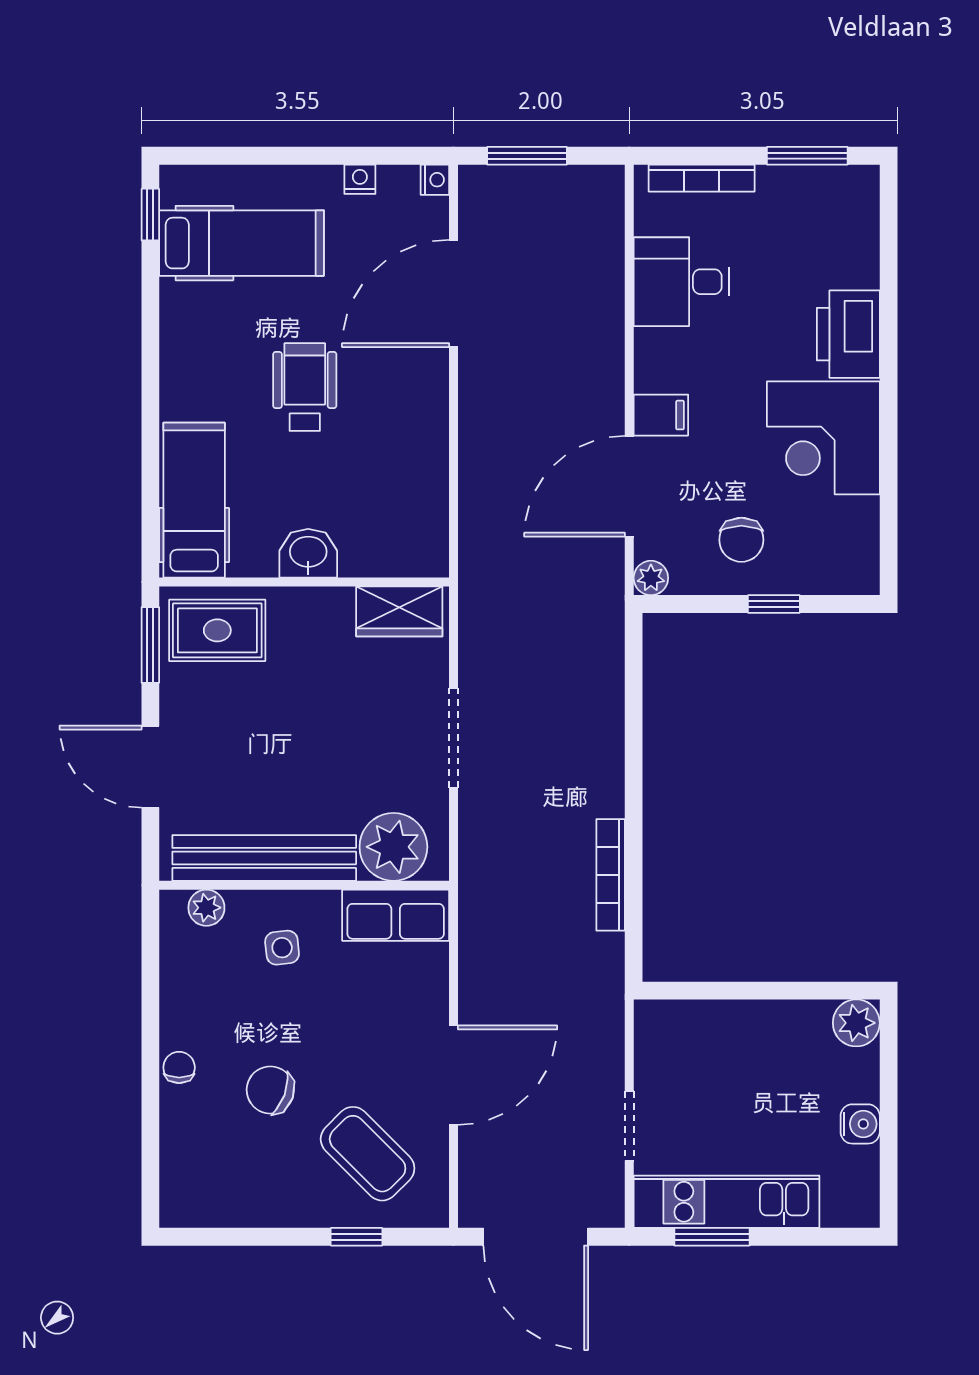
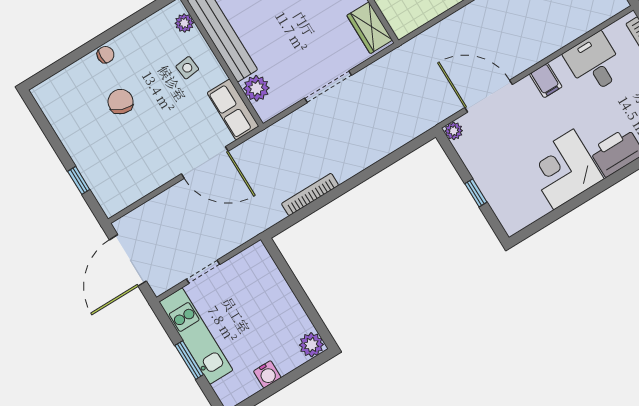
filing cabinet: (661, 415) -> (546, 80), moved
chair: (741, 540) -> (496, 161), removed
plant: (393, 847) -> (256, 88), width x0.73, depth x0.73
door: (454, 1075) -> (205, 163), moved
coffee table: (368, 1154) -> (119, 163), removed
window: (712, 1237) -> (189, 360), moved

